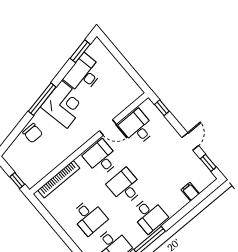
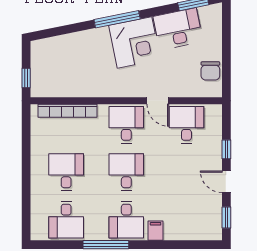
window: (162, 108) -> (226, 149), moved
chair: (33, 133) -> (210, 71), moved
door: (190, 142) -> (226, 182), swing flipped
filing cabinet: (190, 192) -> (156, 231), moved
desk: (89, 217) -> (66, 172), turned 180

